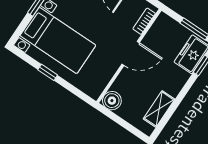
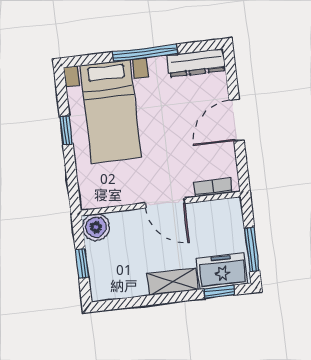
shelving: (159, 109) -> (172, 282), moved
window: (125, 124) -> (82, 263), added

